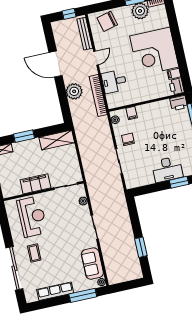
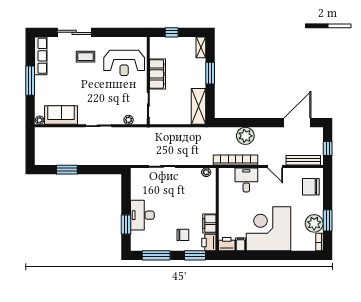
chair: (107, 21) -> (311, 187), turned -76
door: (55, 64) -> (297, 123), moved
filing cabinet: (132, 113) -> (209, 224), moved, width x2.00
chair: (128, 139) -> (183, 235), moved
sliding door: (14, 268) -> (74, 32), width x0.73
row of seats: (55, 291) -> (41, 56), moved
window: (83, 295) -> (30, 81), moved

